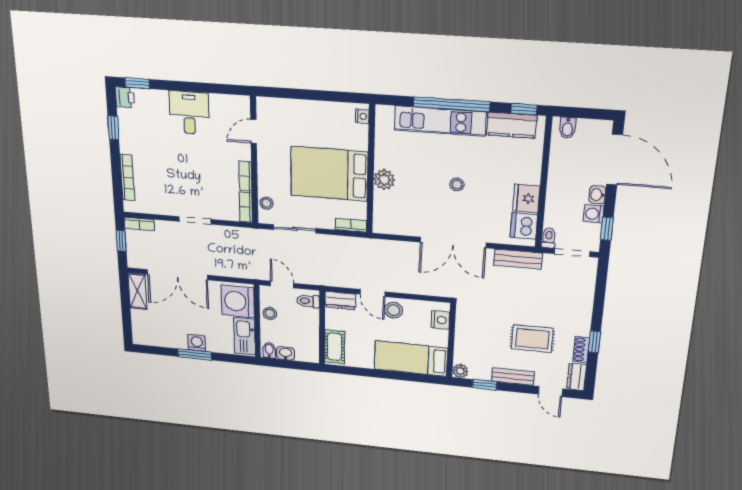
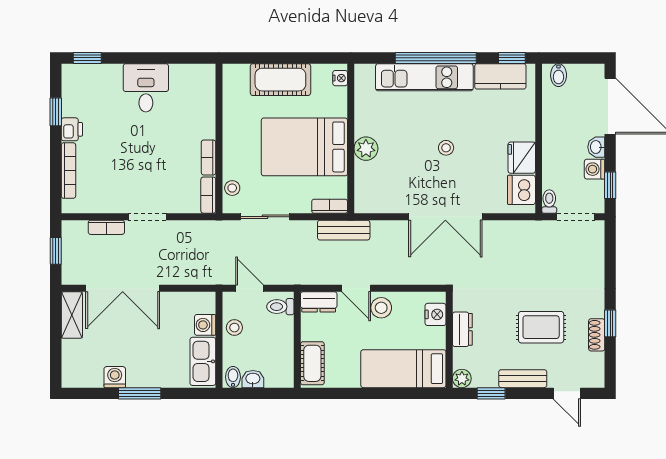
printer: (125, 97) -> (72, 129), moved
cot: (308, 114) -> (280, 80), added
door: (254, 131) -> (219, 104), removed
bookcase: (139, 224) -> (106, 227), moved
bench: (518, 259) -> (344, 230), moved
washing machine: (238, 301) -> (205, 325), width x0.53, depth x0.53
washing machine: (197, 343) -> (115, 377), moved
dresser: (577, 377) -> (462, 329), moved, turned 180

